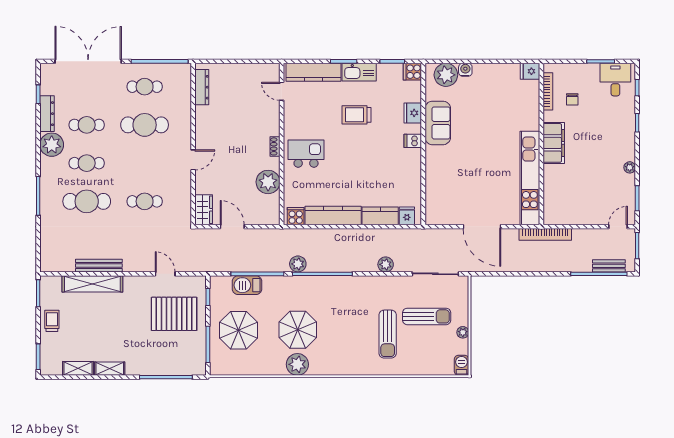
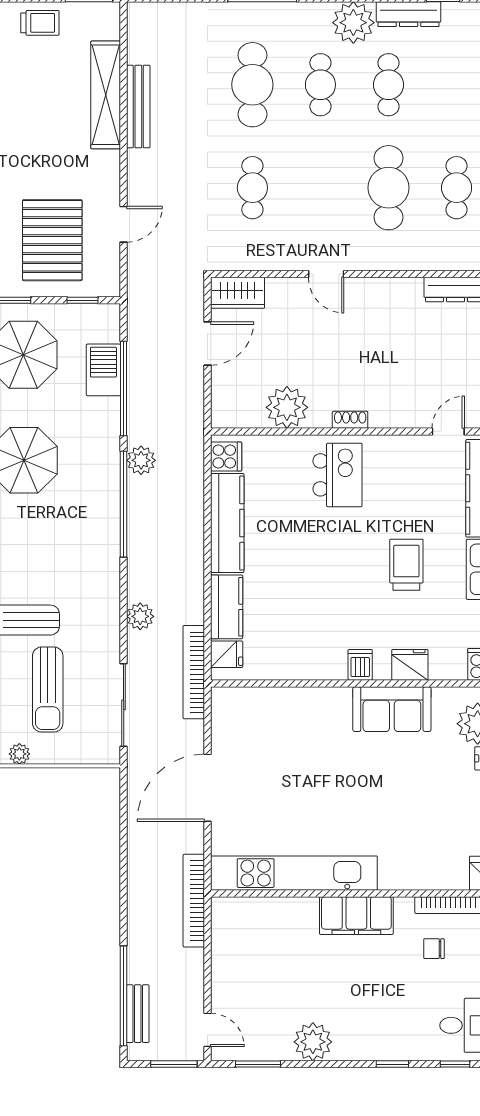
plant: (630, 167) -> (313, 1042), width x1.87, depth x1.87
bookcase: (417, 234) -> (194, 672), added

